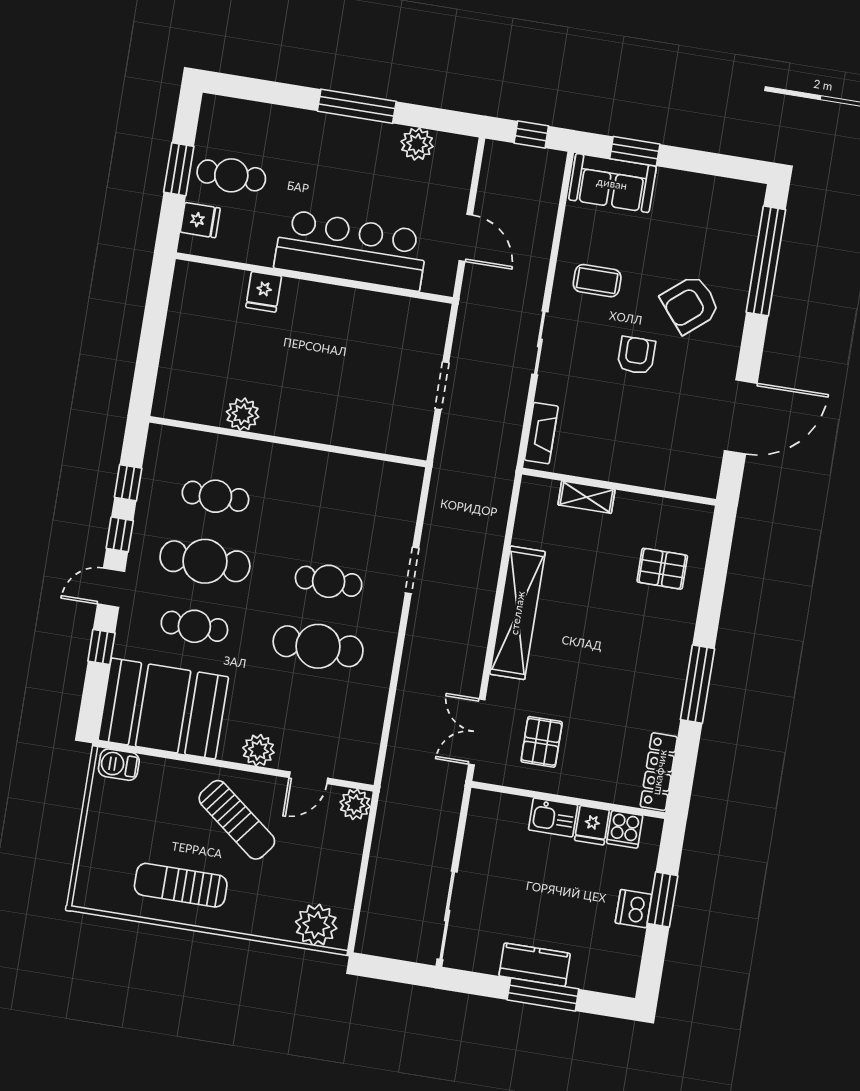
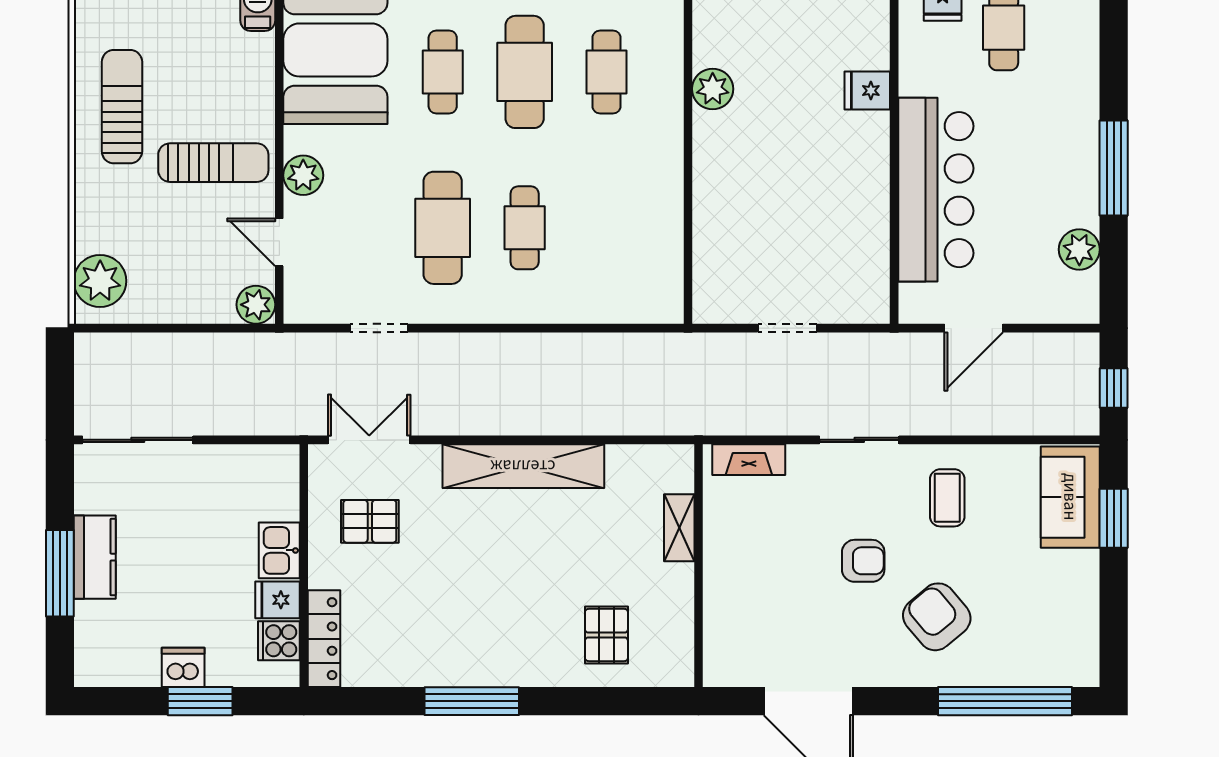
doorway: (412, 570) -> (379, 328), moved
locker: (659, 772) -> (324, 639), moved, turned 90
sun lounger: (237, 820) -> (213, 163), turned -128

